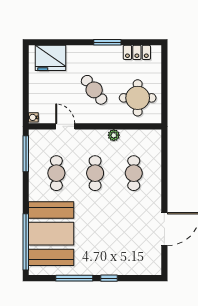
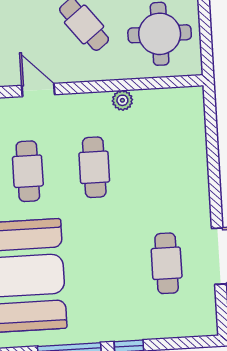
cafe table: (134, 173) -> (167, 263), moved

